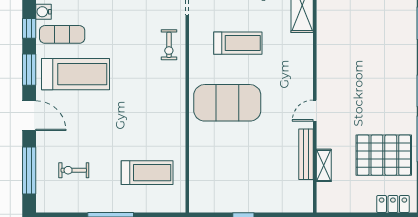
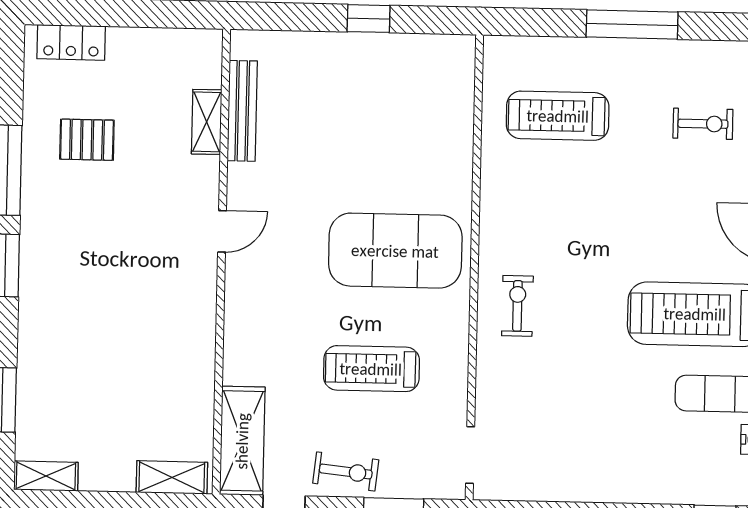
exercise bike: (169, 45) -> (517, 306), moved
bench: (306, 154) -> (242, 111), moved
pallet: (384, 155) -> (87, 140), width x0.49, depth x0.50

